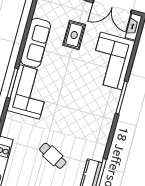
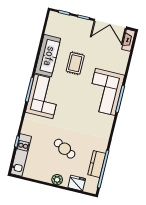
rug: (74, 35) -> (75, 63), moved
corner sofa: (111, 61) -> (105, 92), moved

